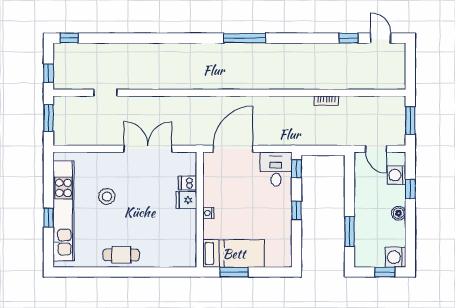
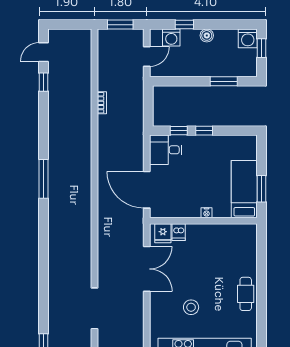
doorway: (106, 93) -> (94, 308), width x1.88
double door: (148, 149) -> (147, 269), swing flipped
window: (296, 169) -> (179, 131), moved
fridge: (186, 200) -> (163, 233), moved

